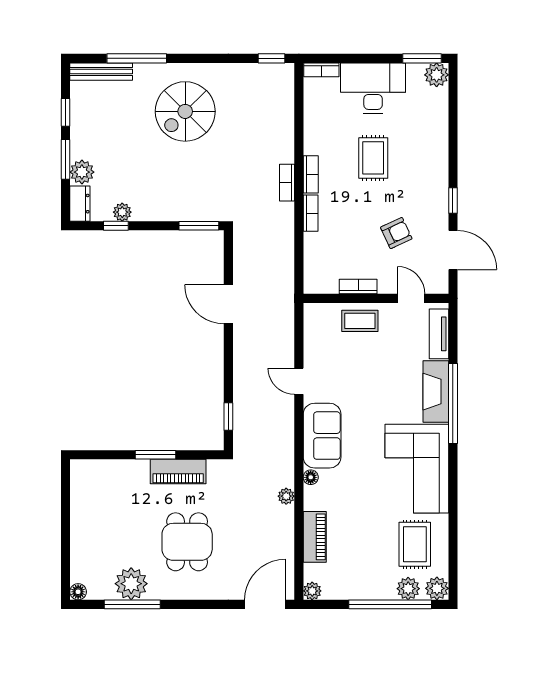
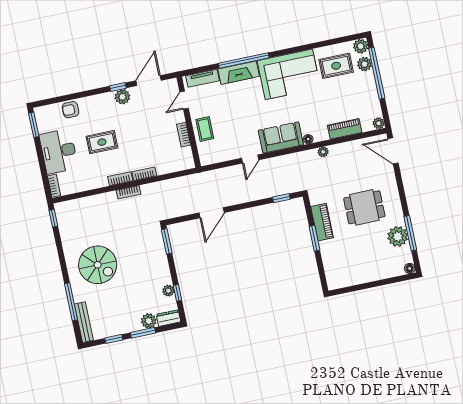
plant: (437, 75) -> (122, 97), moved
armchair: (396, 233) -> (70, 110), moved, turned -65

